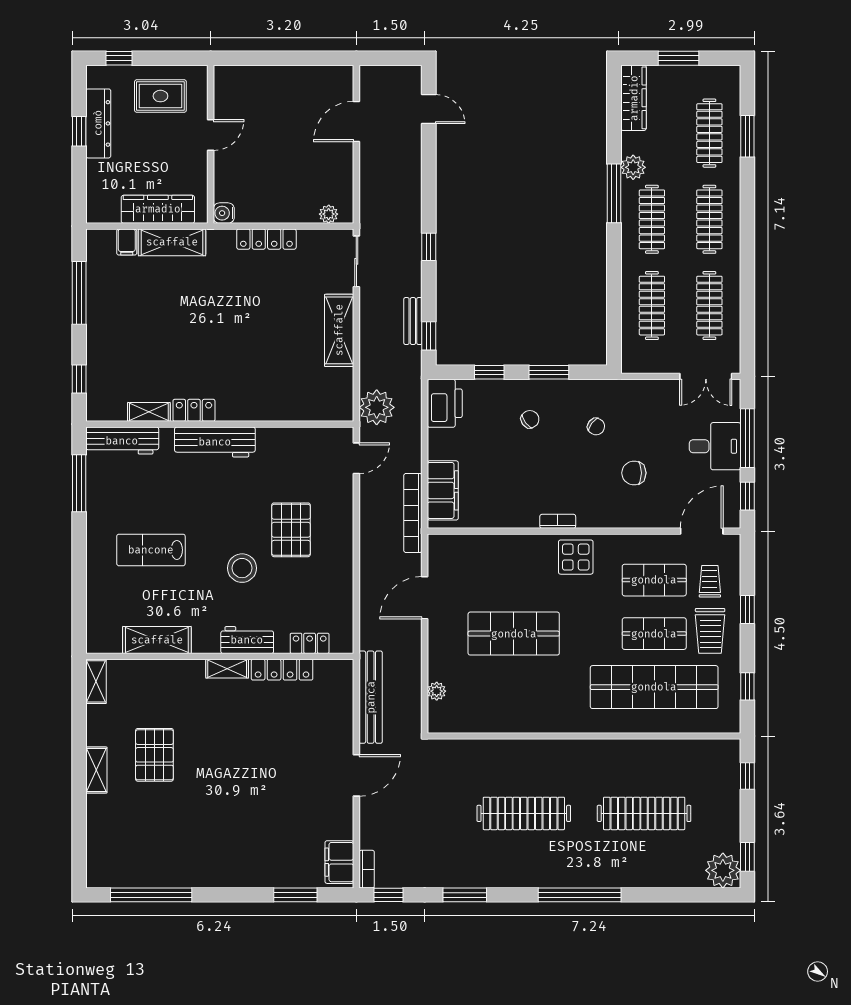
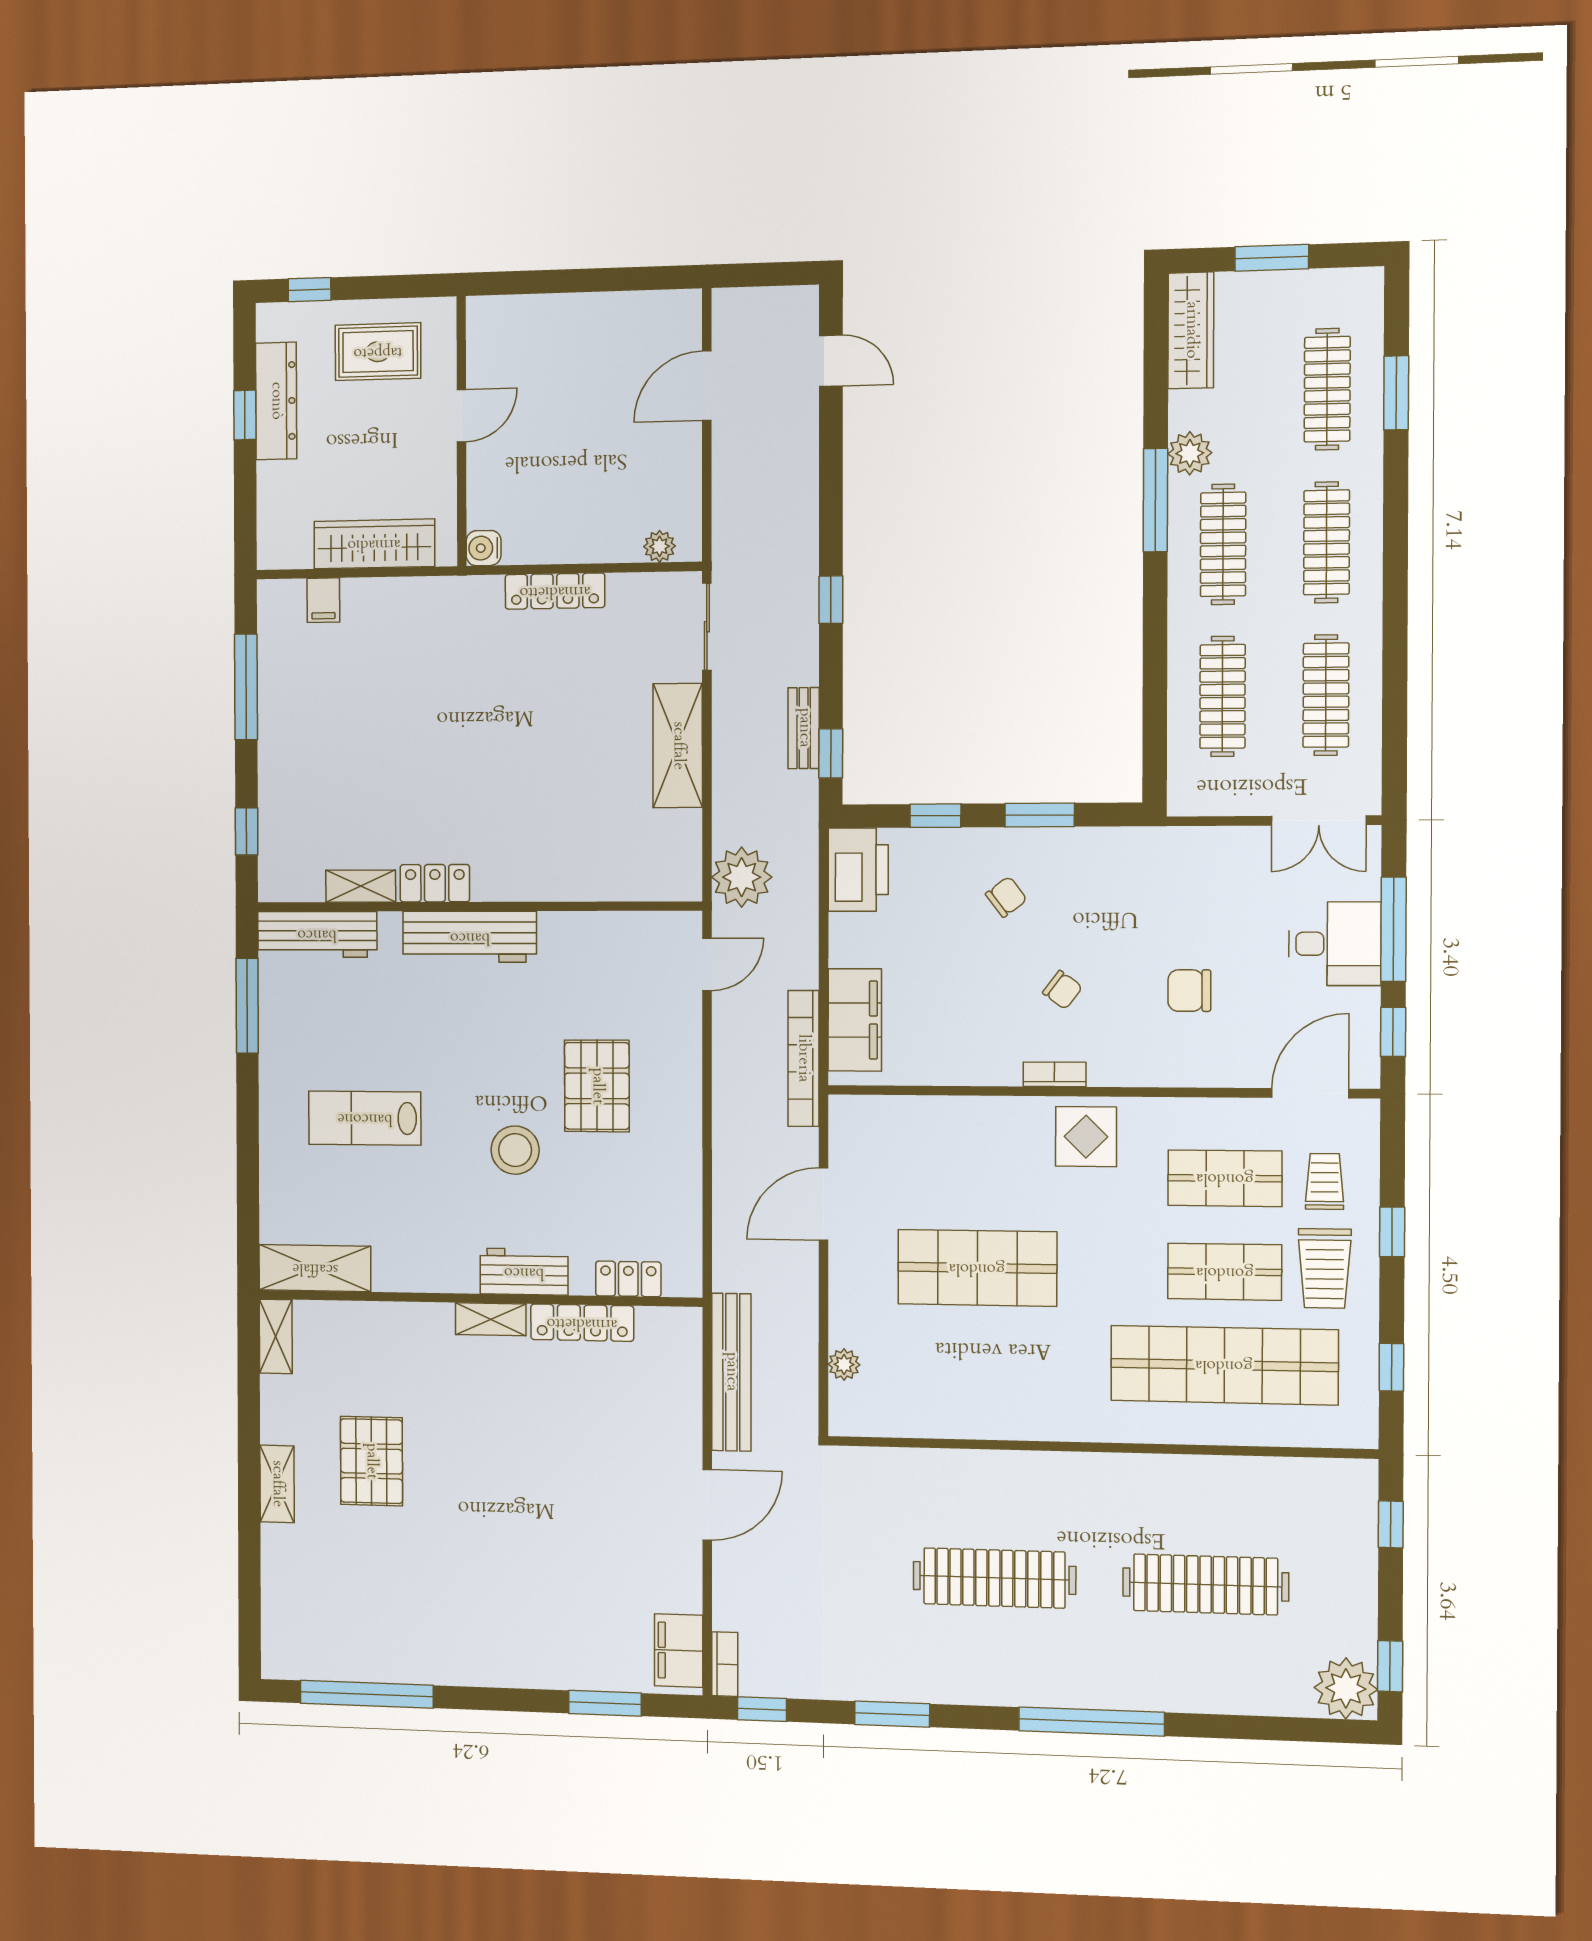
shelving: (172, 242) -> (398, 599), removed
chair: (596, 427) -> (1062, 990), moved
shelving: (157, 640) -> (315, 1268), moved

